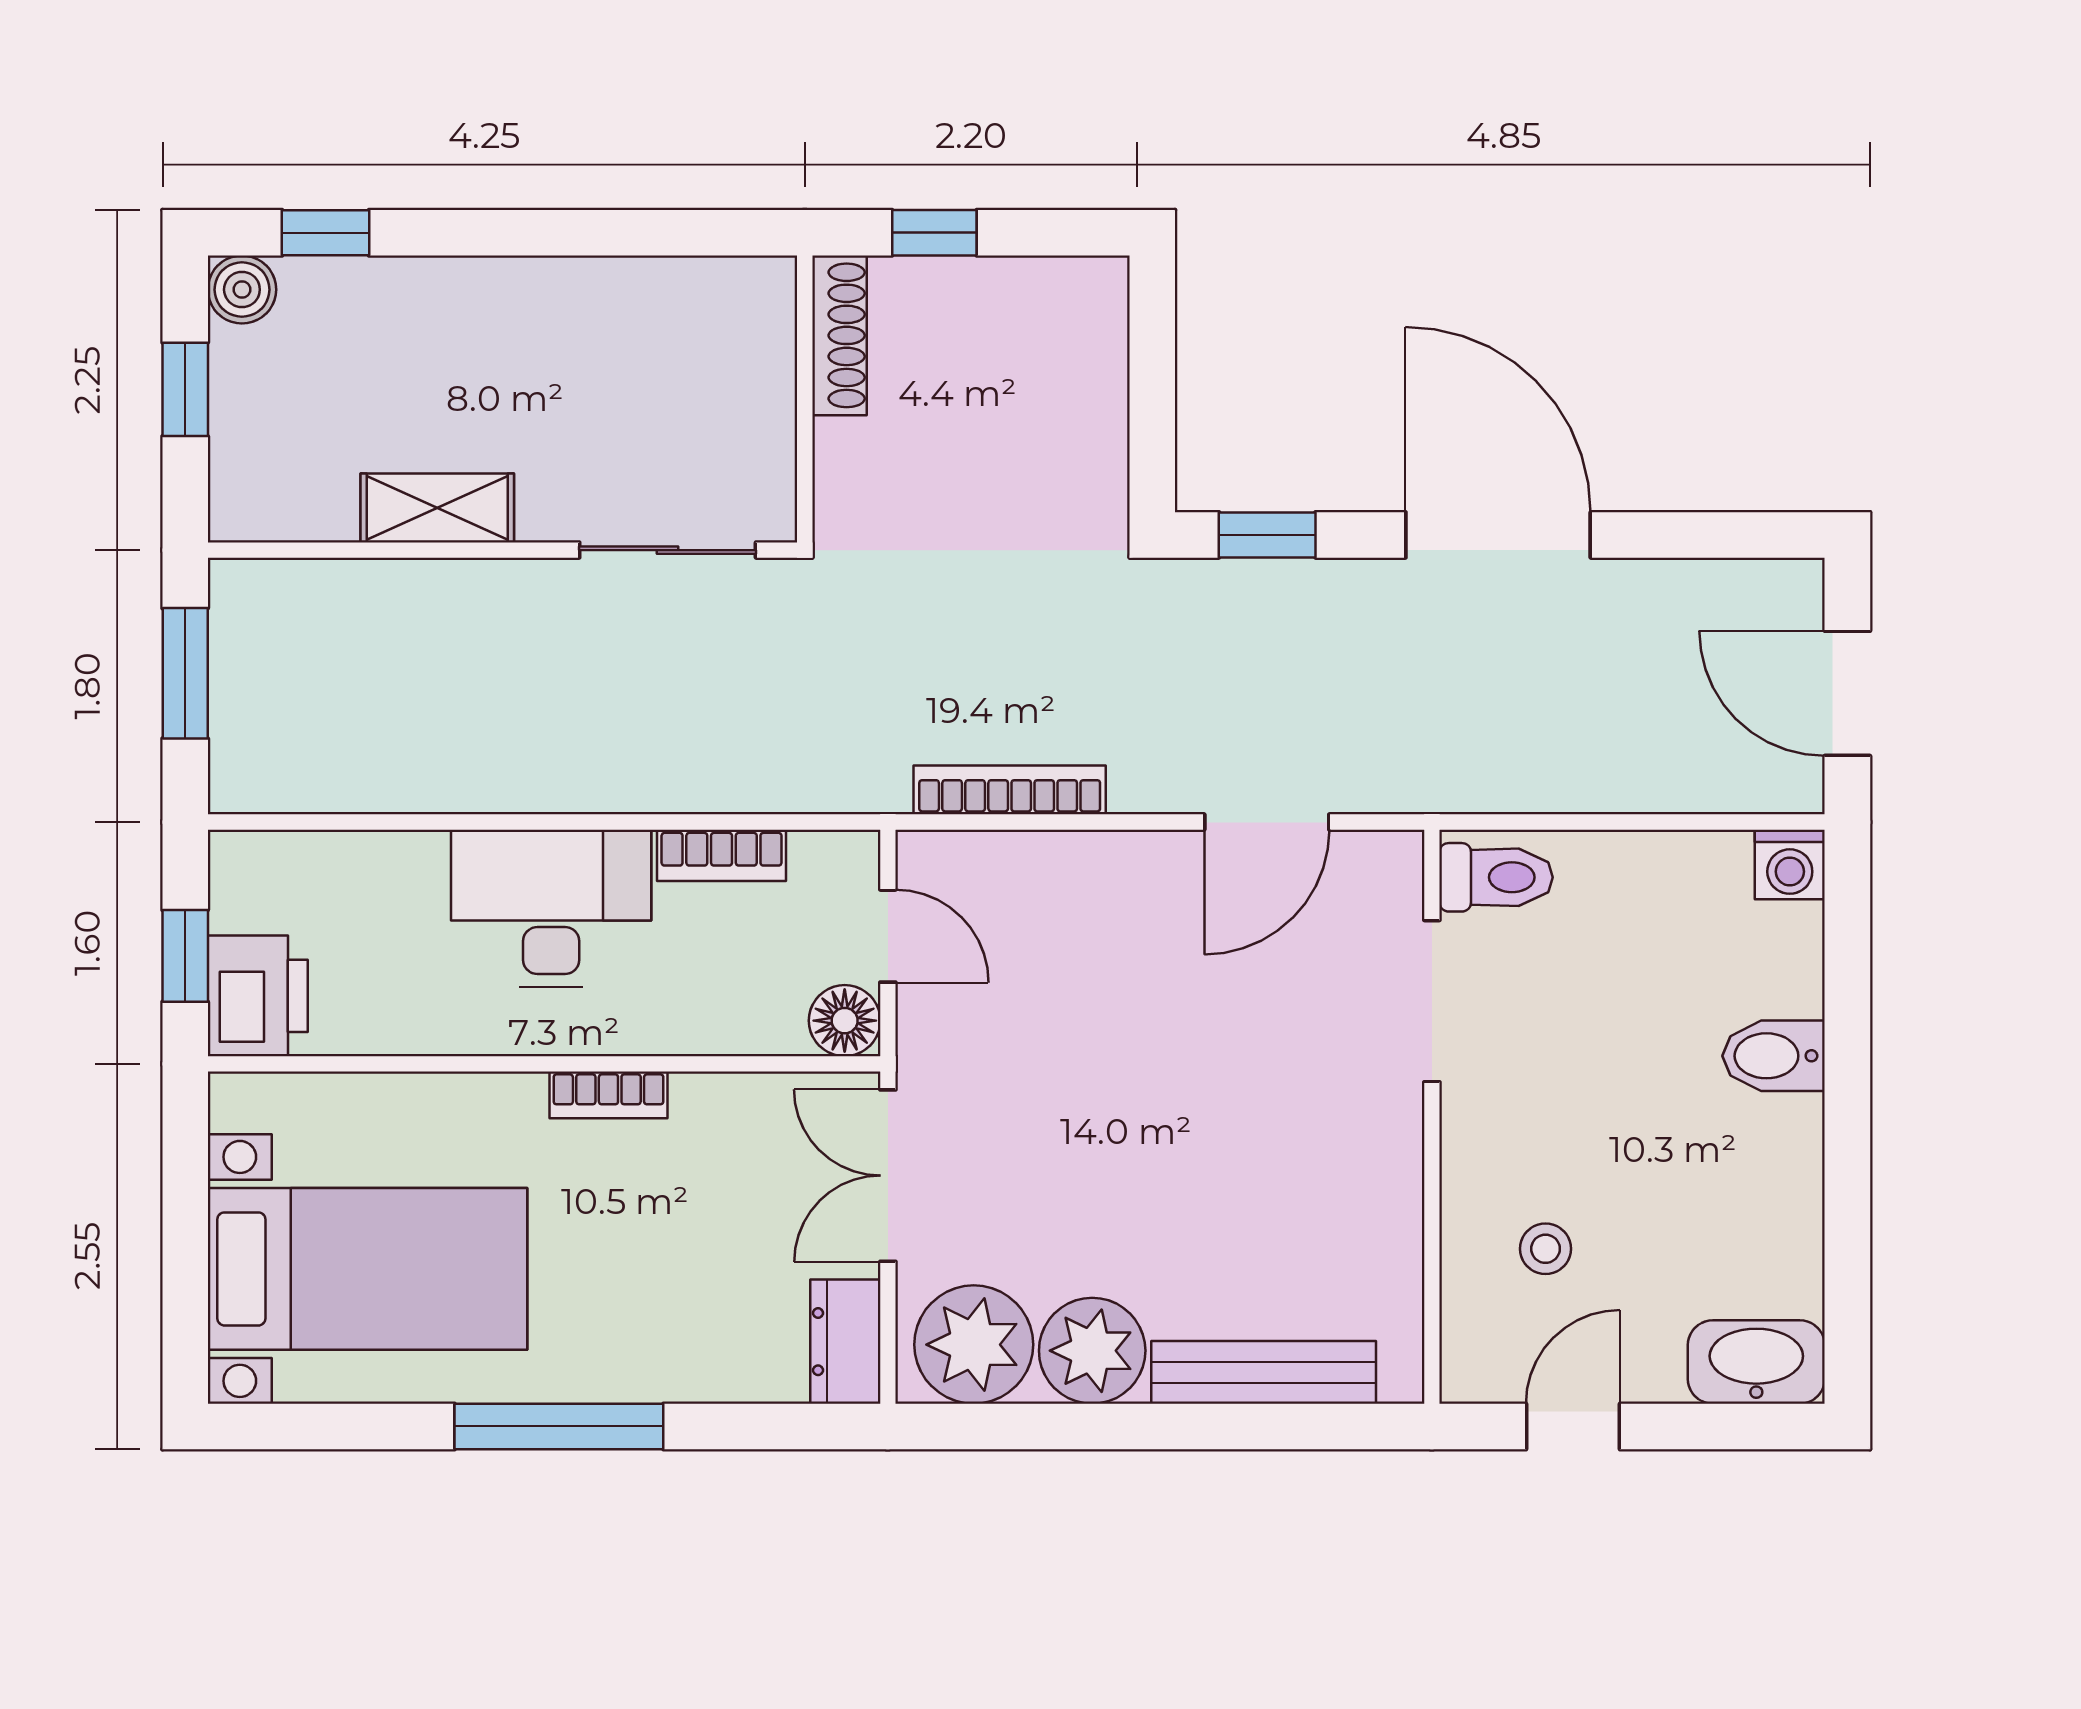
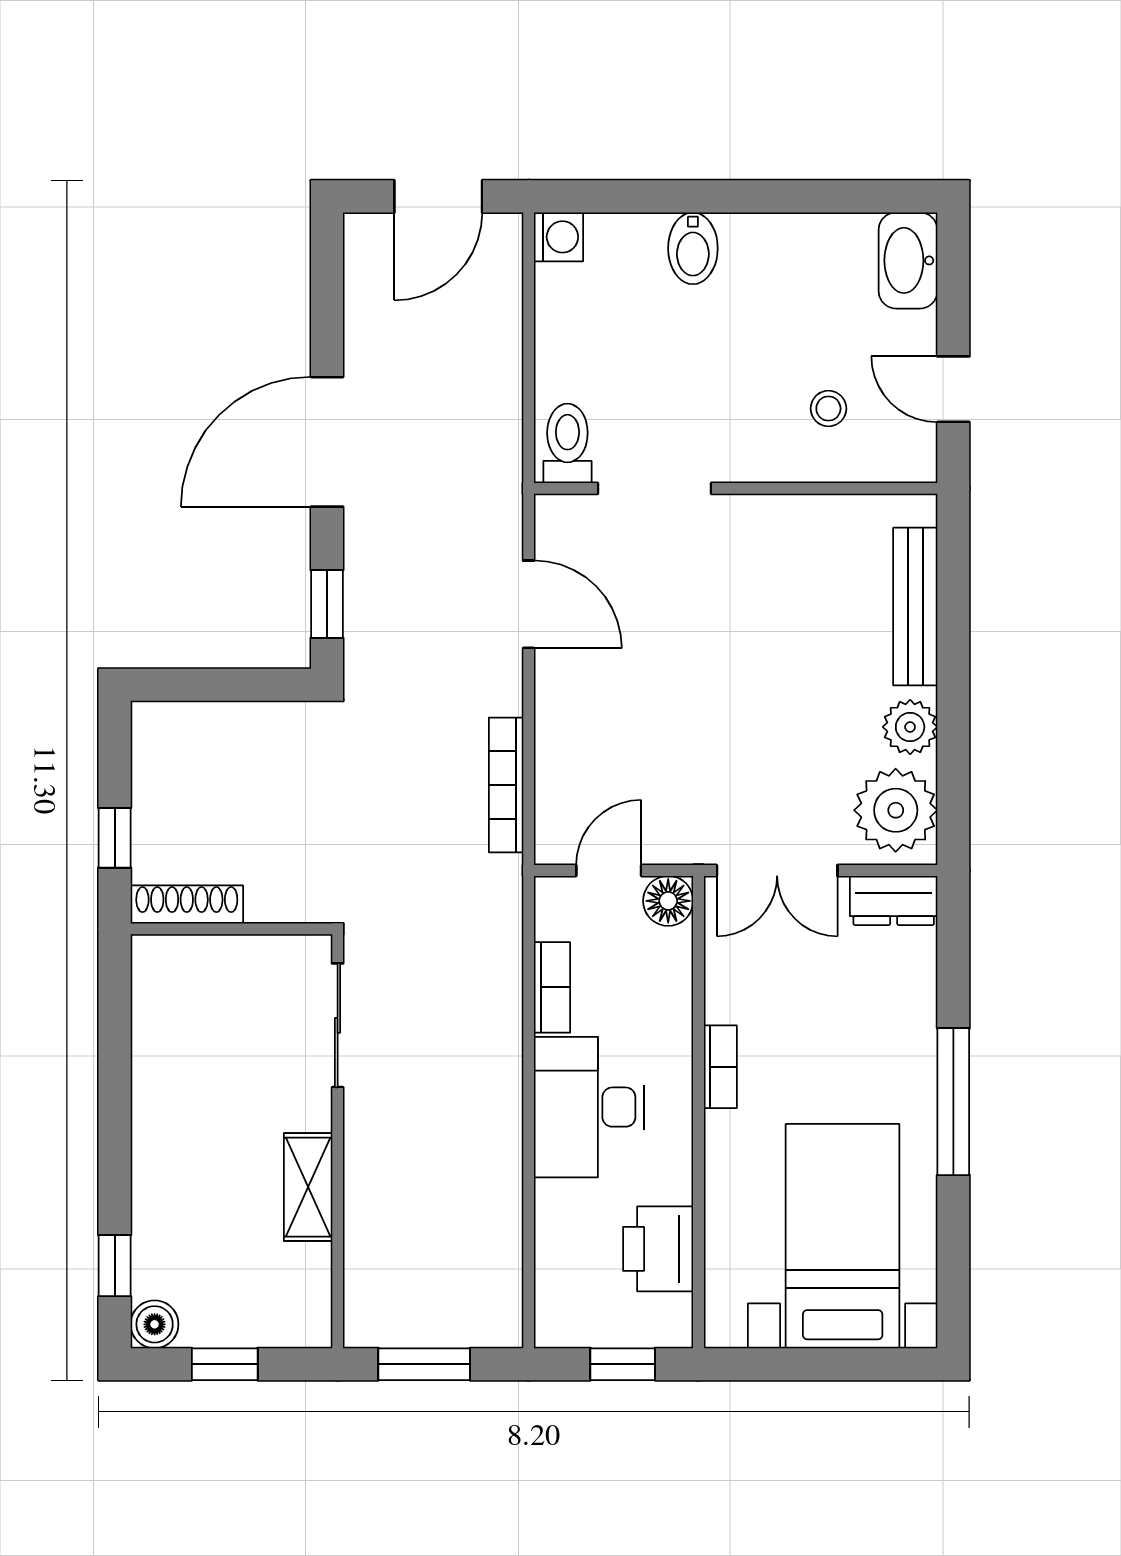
printer: (258, 996) -> (658, 1249), moved, turned -90
plant: (1092, 1351) -> (910, 727), width x0.73, depth x0.73

